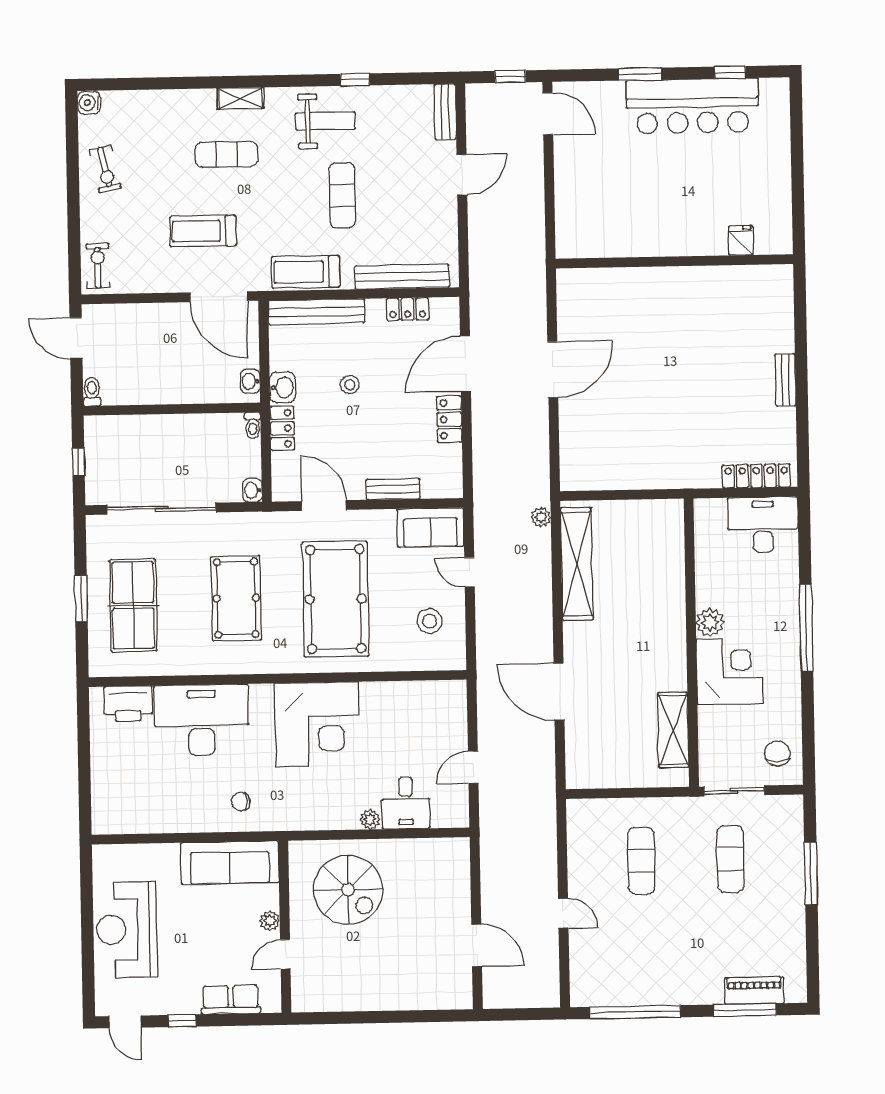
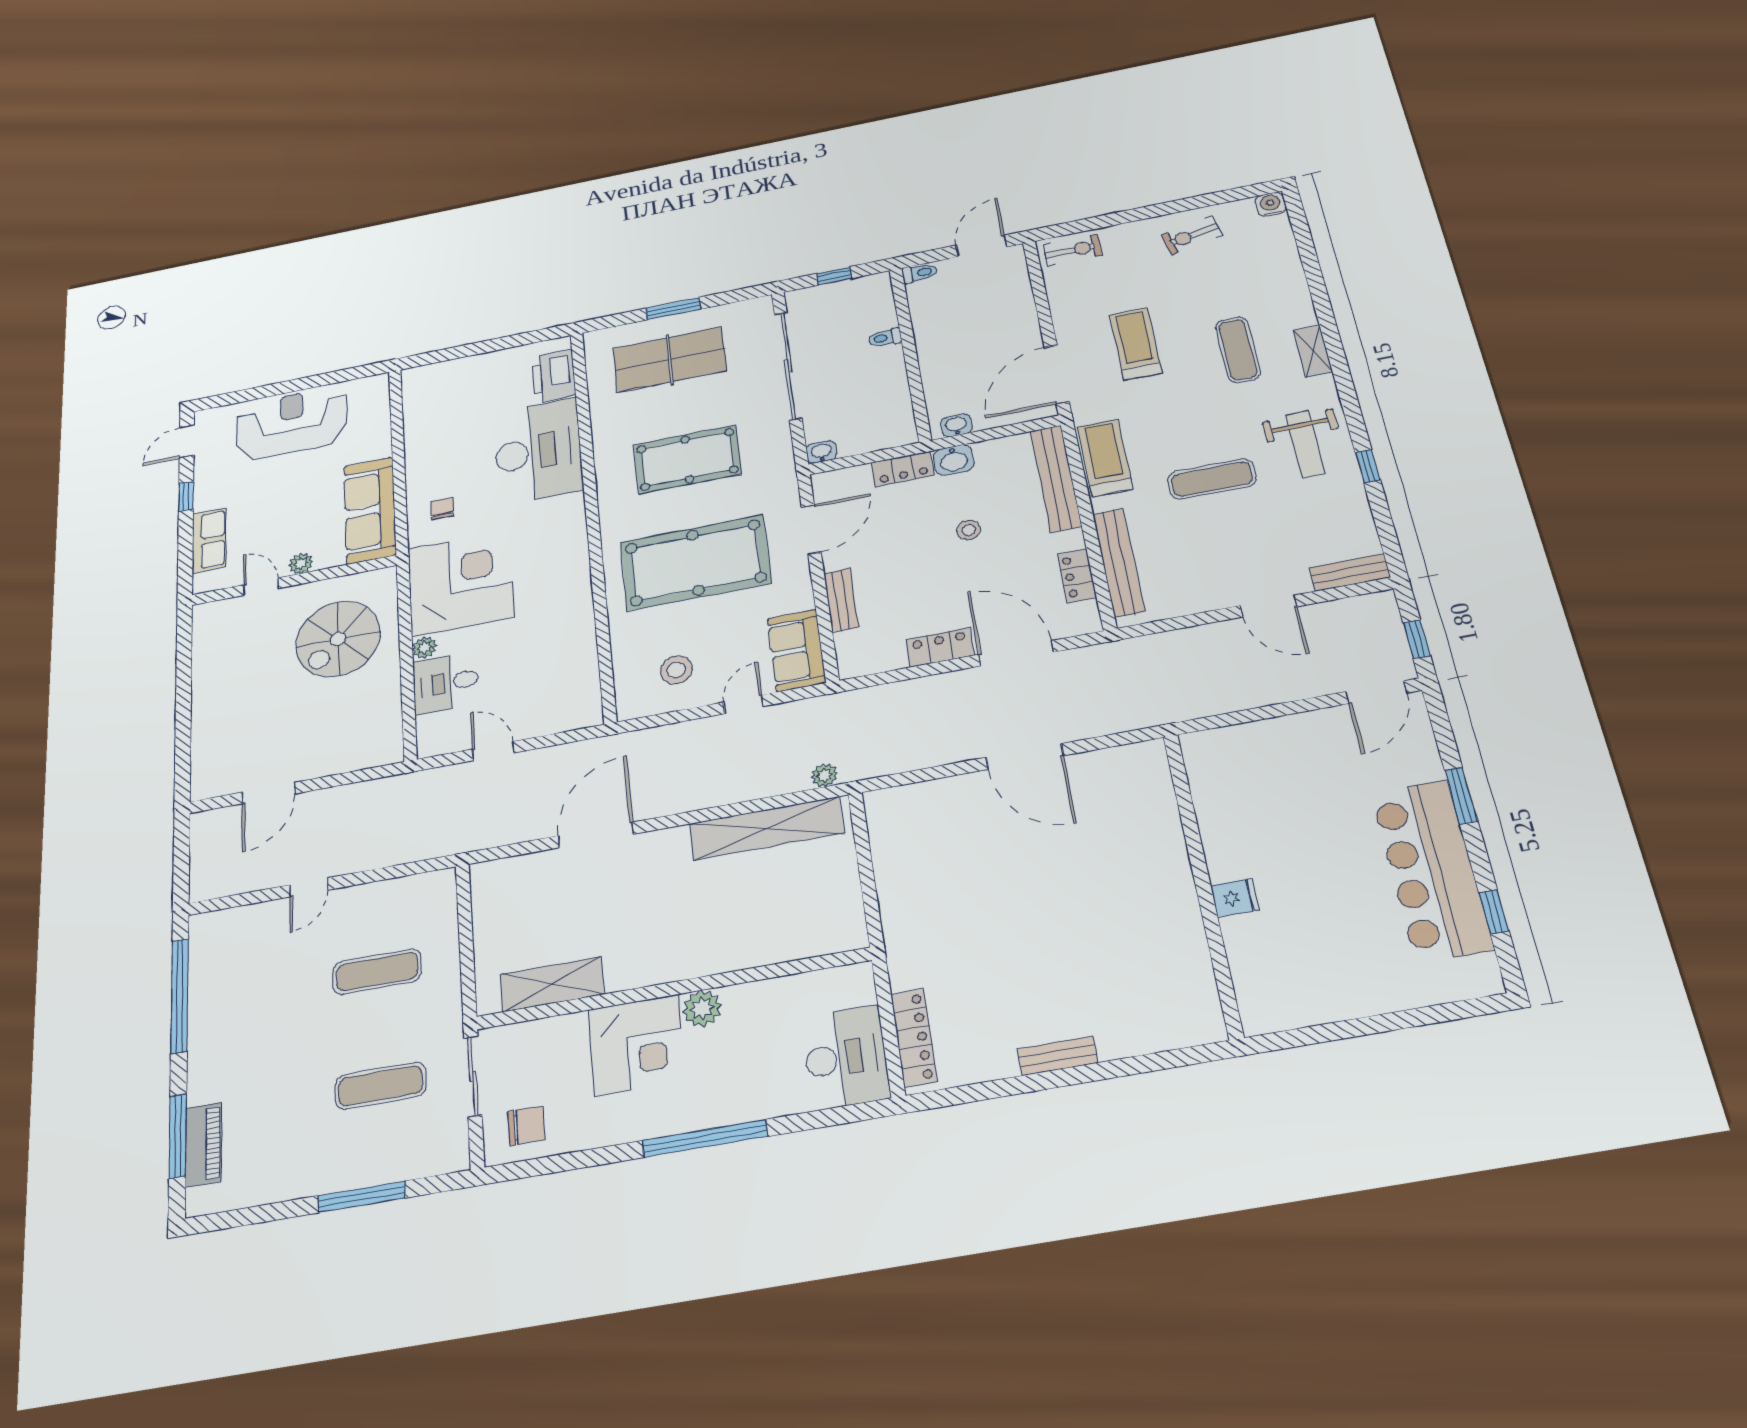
fridge: (741, 240) -> (1235, 898), moved
toilet: (253, 425) -> (885, 338), moved
corner desk: (317, 724) -> (460, 583), moved, turned 180

